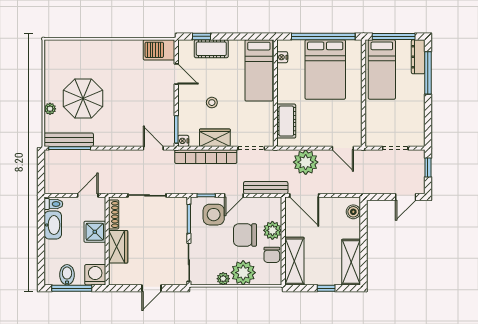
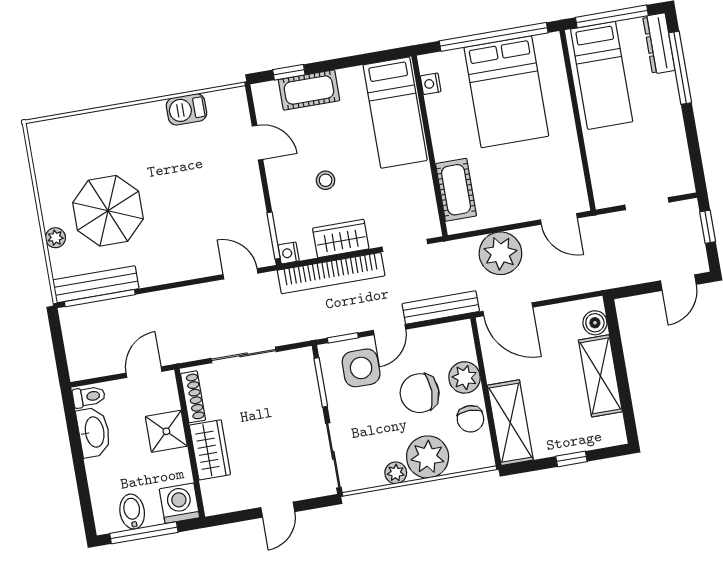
barbecue: (159, 50) -> (186, 109), moved, width x0.73, depth x0.79
shelving: (351, 262) -> (600, 376), moved

